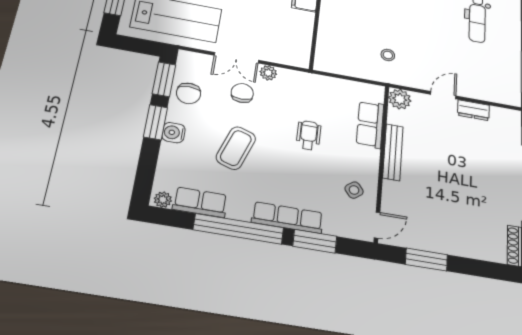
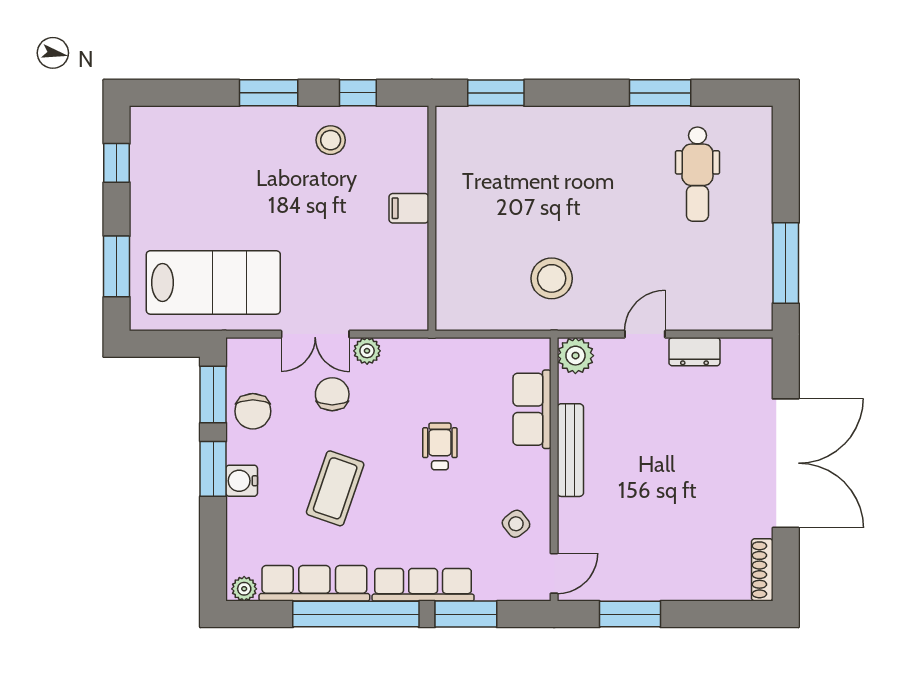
stool: (388, 55) -> (552, 278), width x1.89, depth x1.89
row of seats: (200, 202) -> (314, 583), width x1.48

